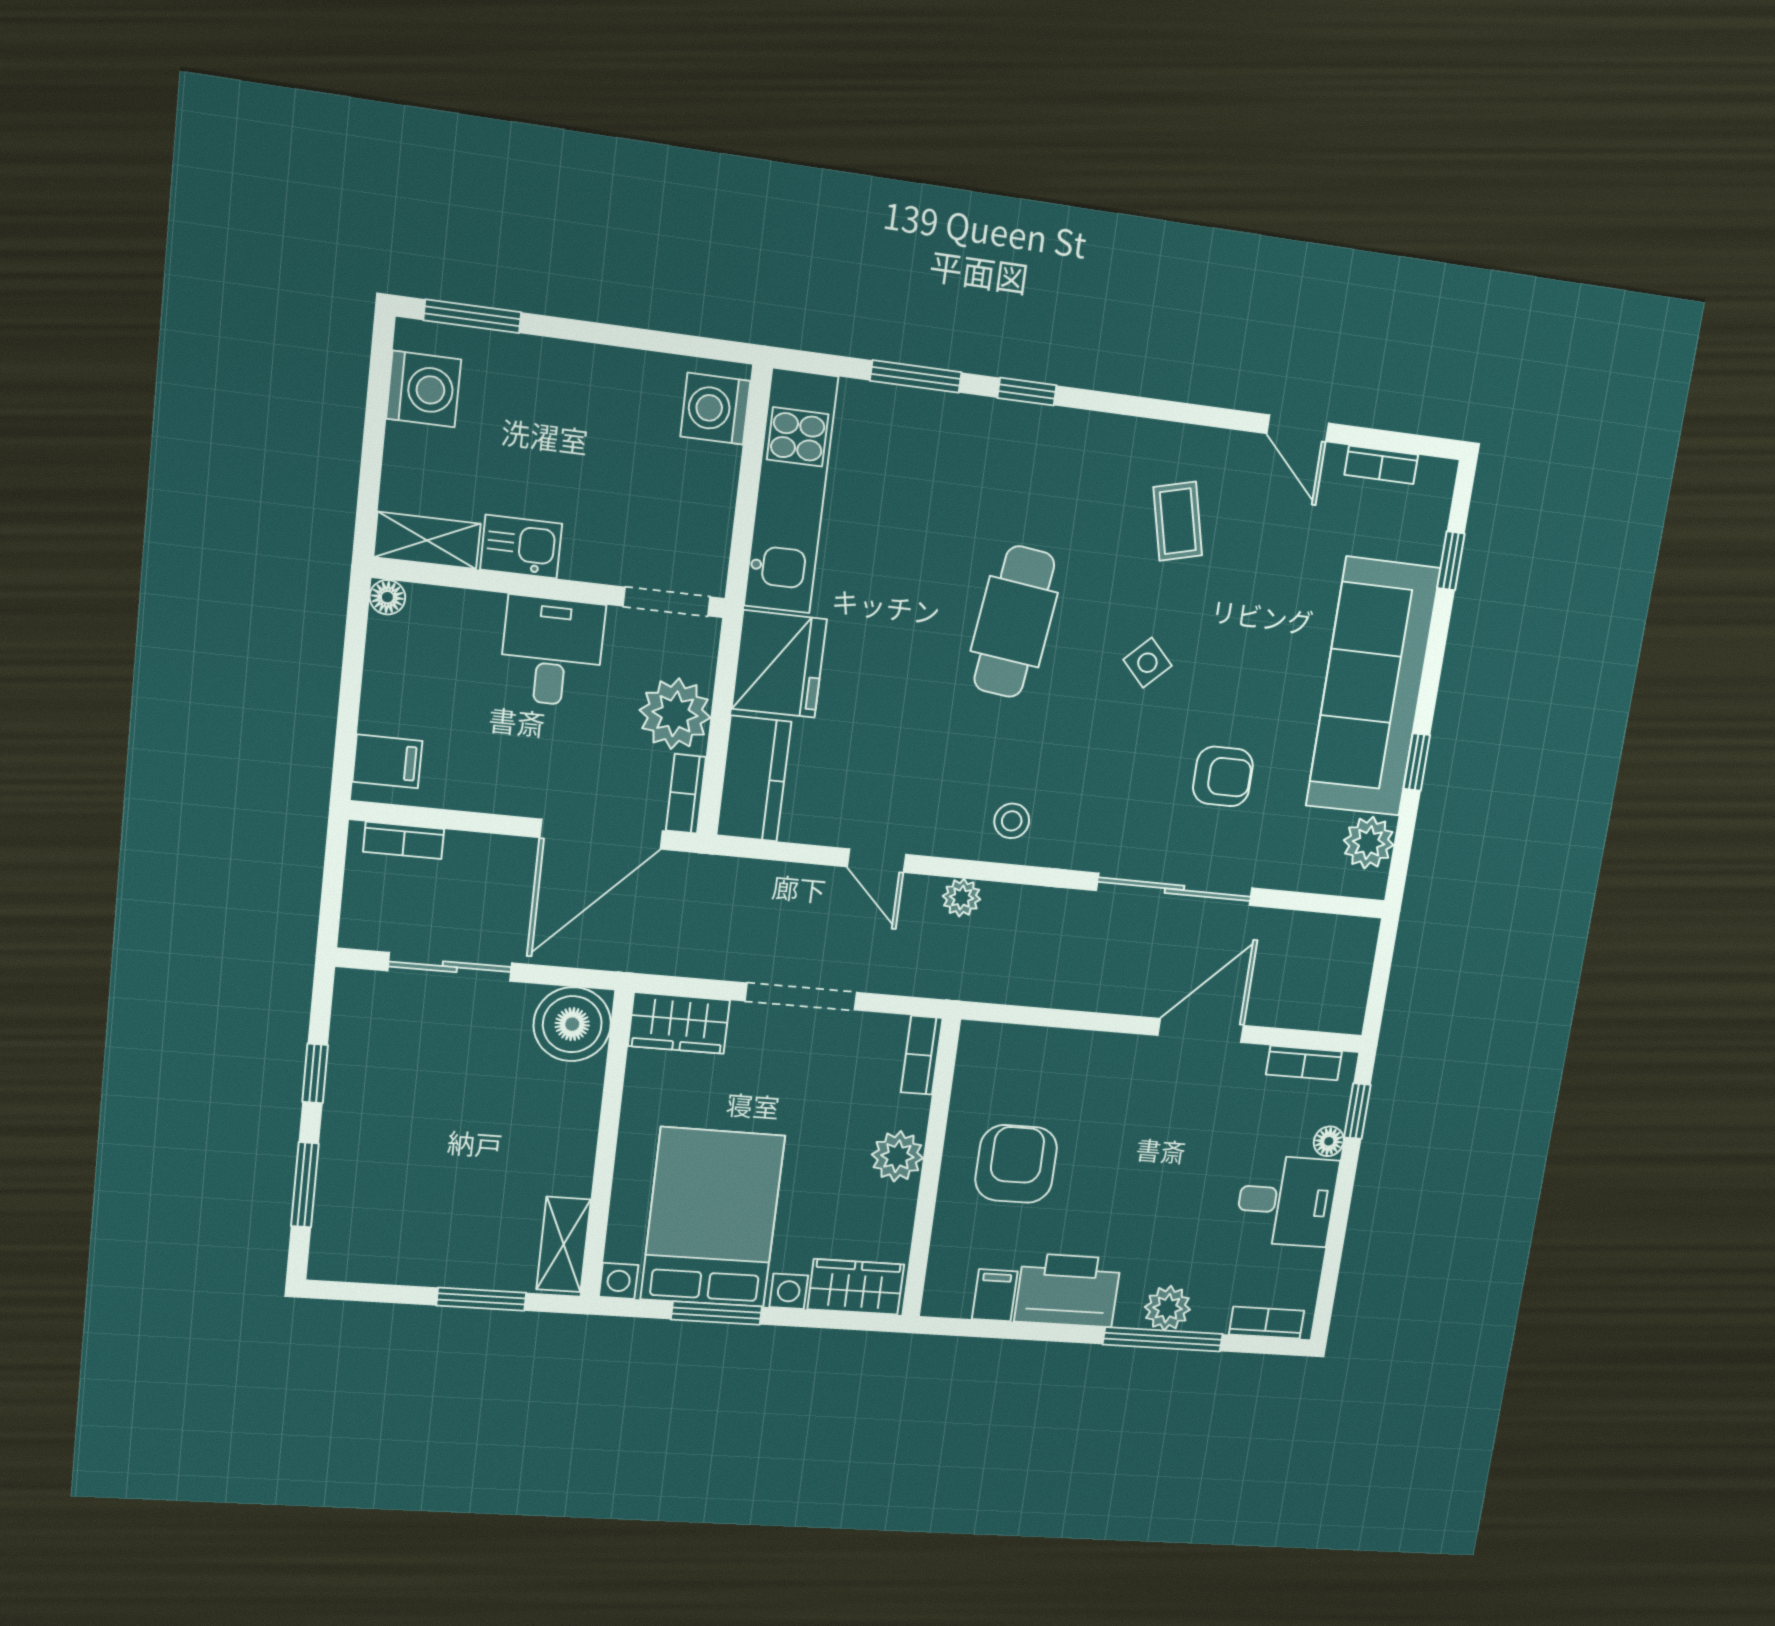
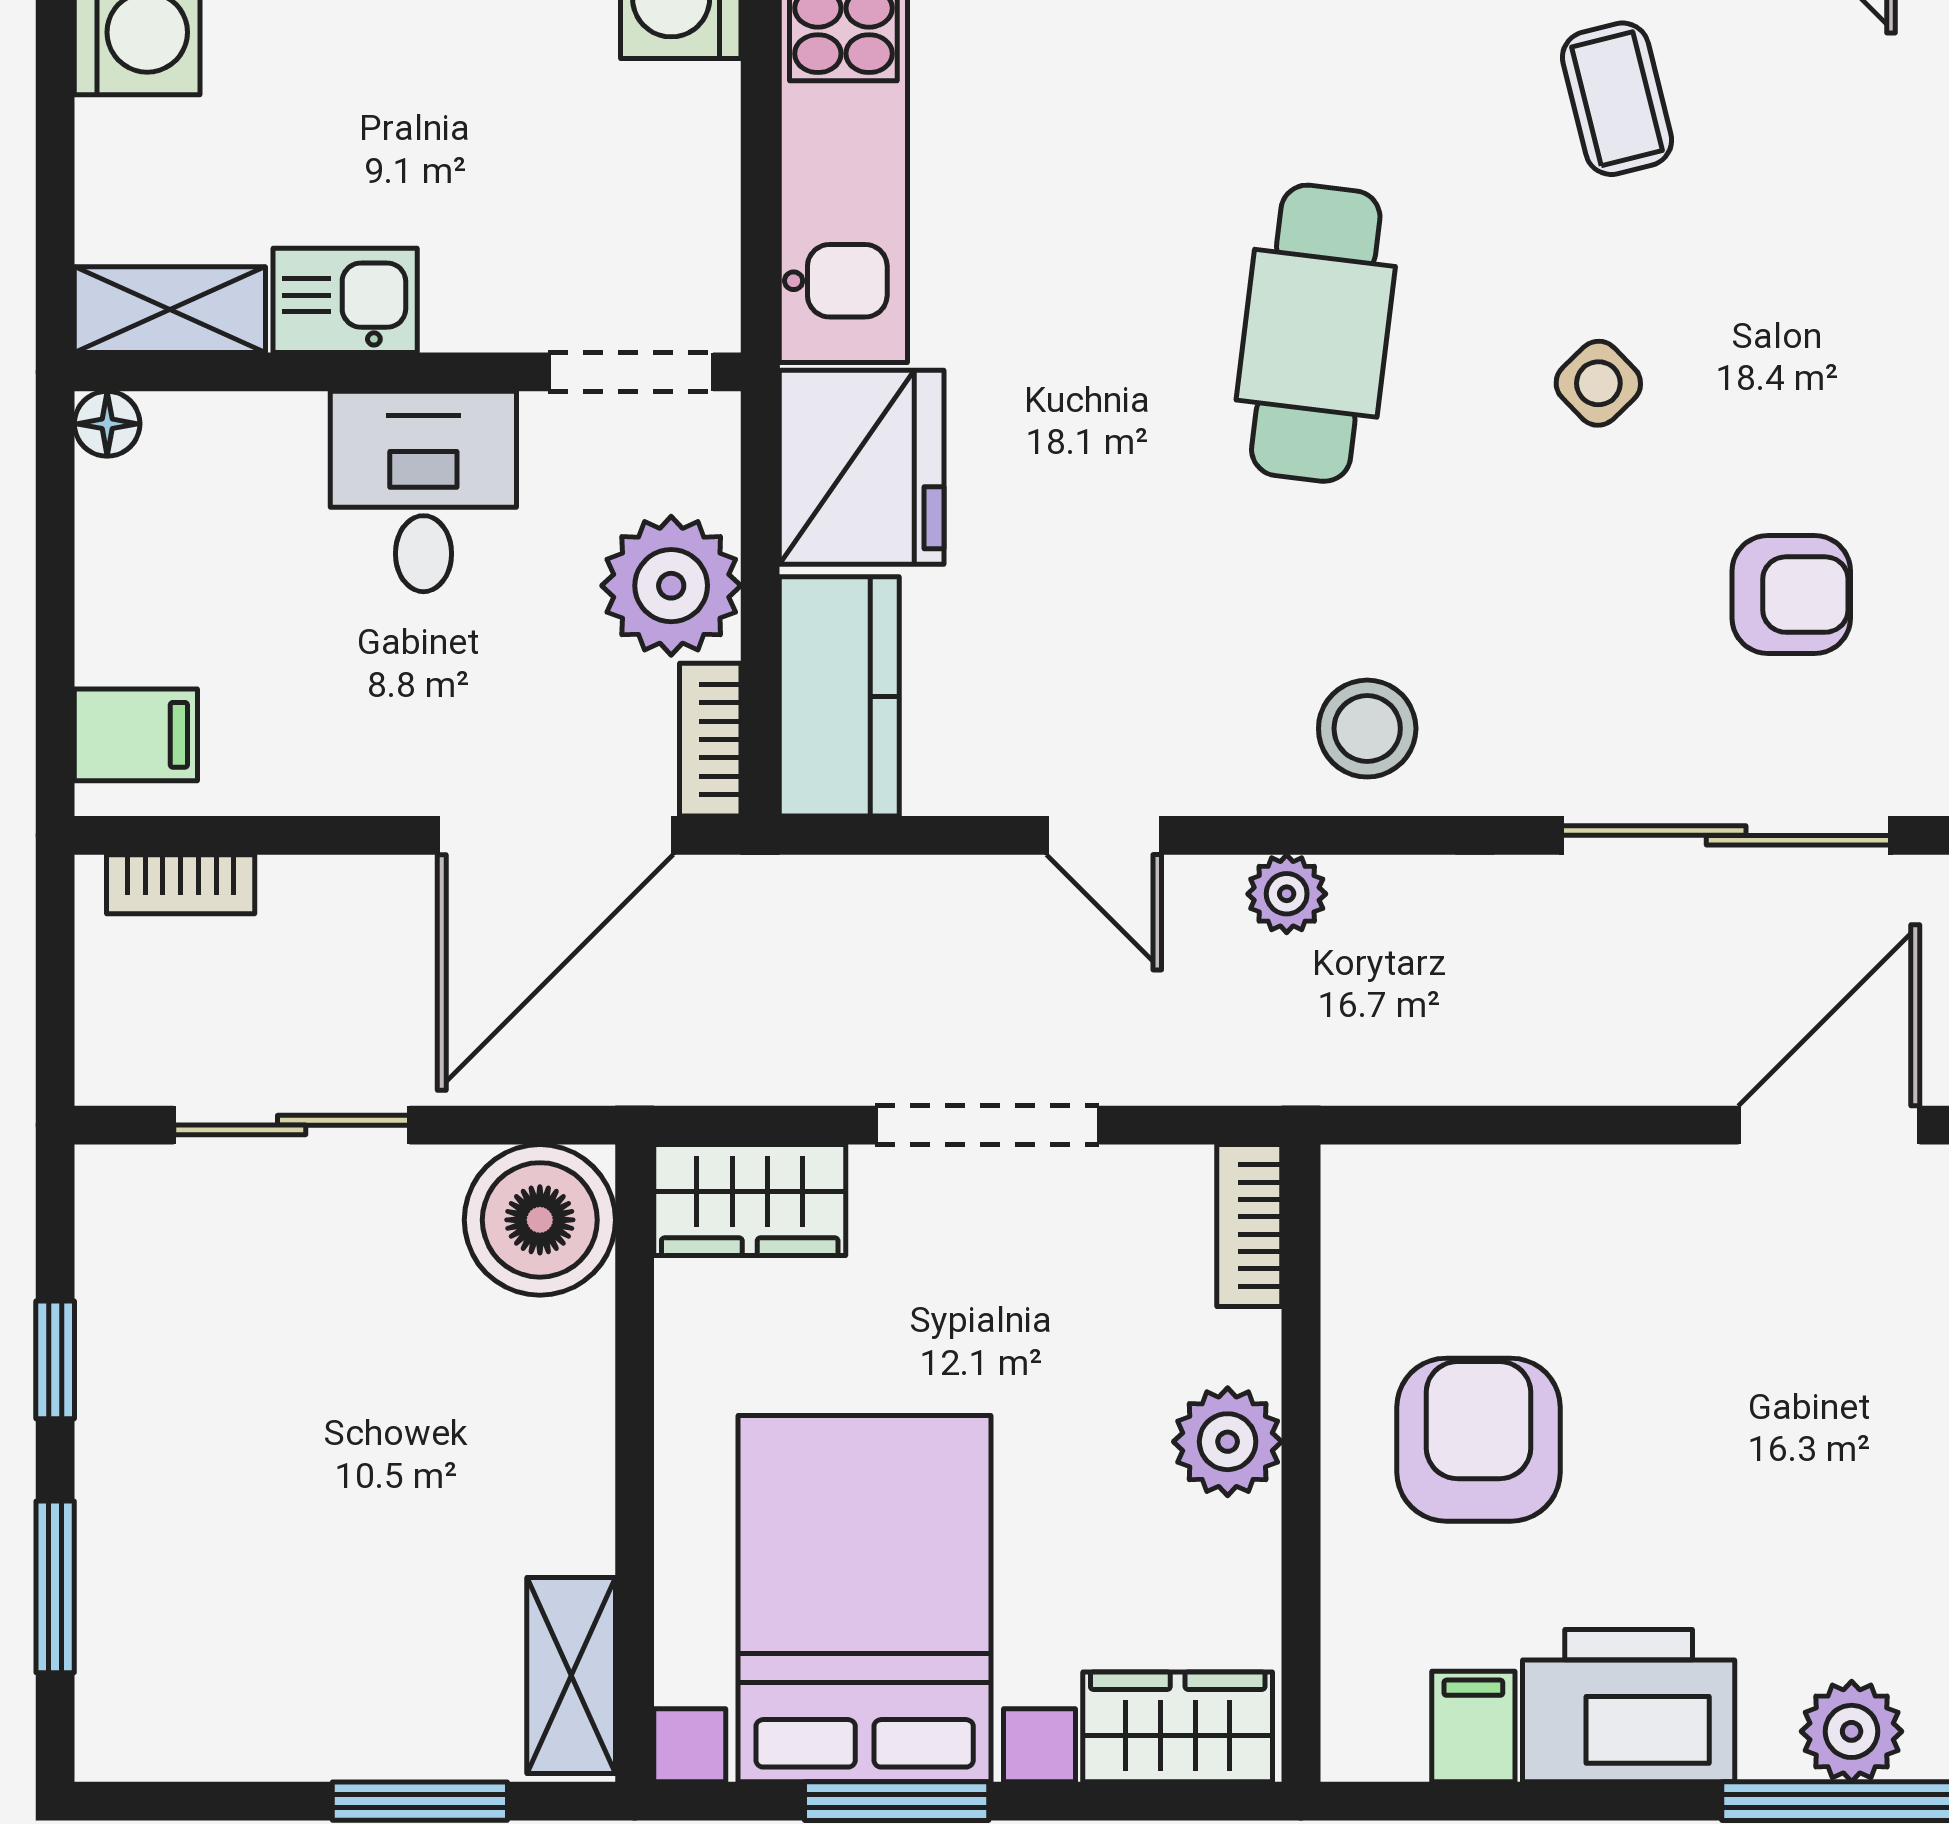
stool: (1012, 821) -> (1367, 729), width x1.37, depth x1.37

